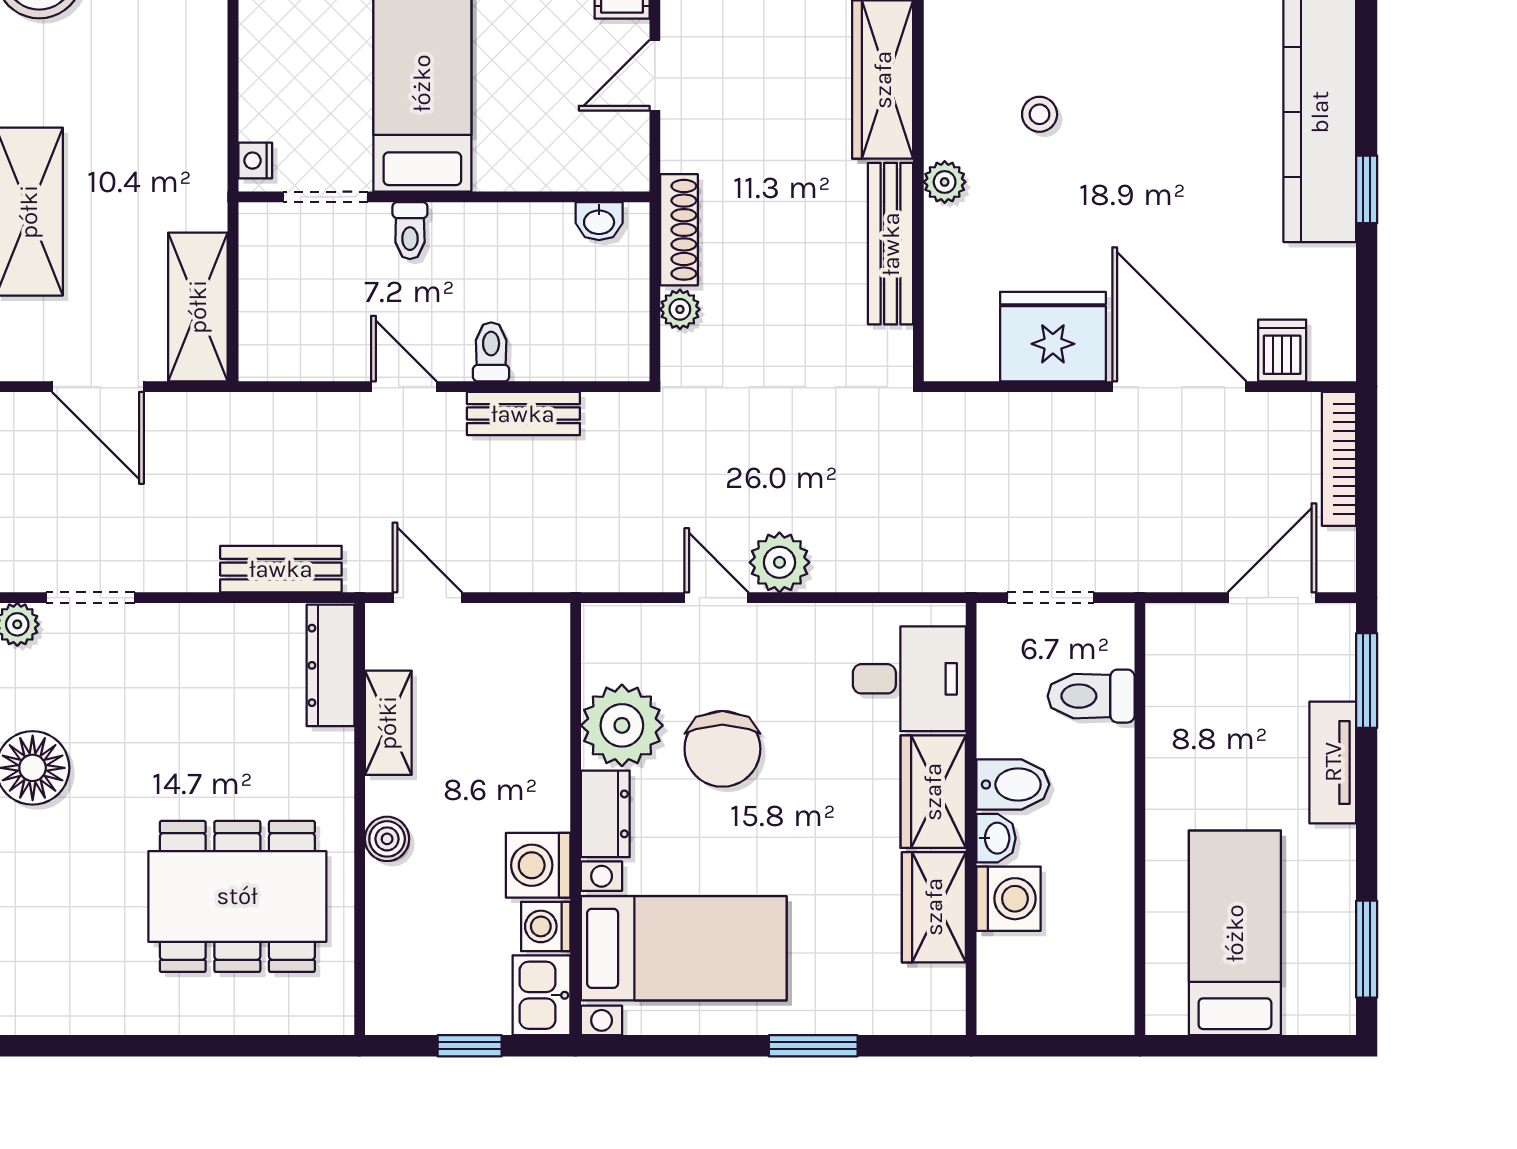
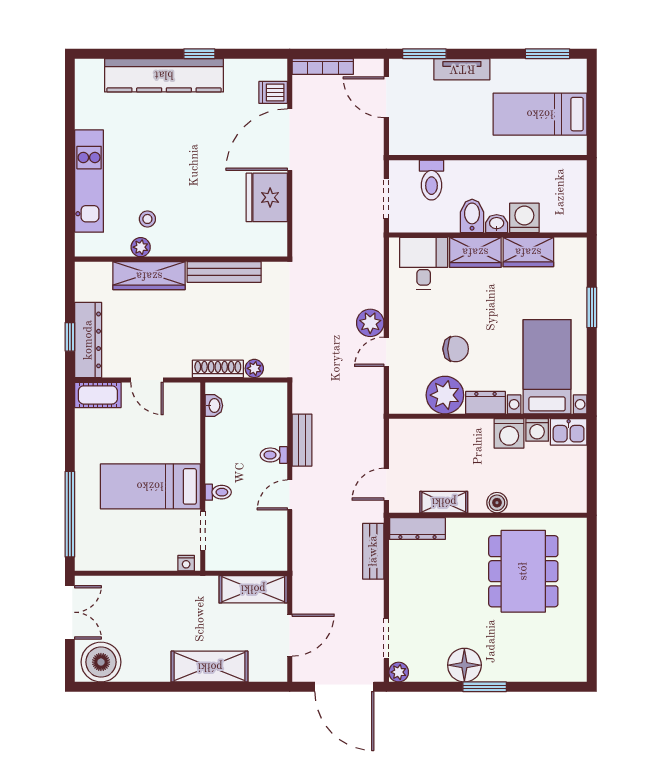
stool: (1040, 114) -> (147, 219), moved
plant: (945, 182) -> (141, 247), moved
chair: (722, 749) -> (456, 349), width x0.73, depth x0.73
window: (470, 1046) -> (592, 465), removed

